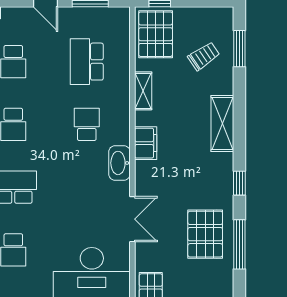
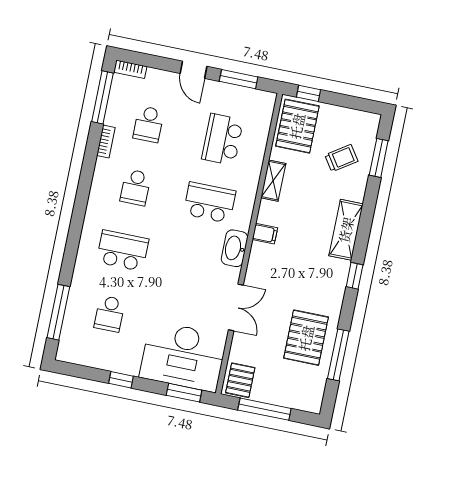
school desk: (87, 124) -> (210, 203), width x1.85
filing cabinet: (146, 143) -> (265, 234), width x0.50
window: (239, 183) -> (355, 276), moved

